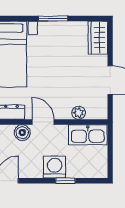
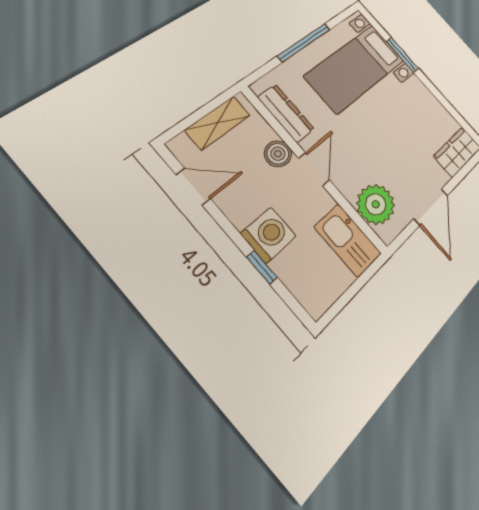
window: (53, 19) -> (402, 55), moved
plant: (79, 113) -> (376, 204), width x1.88, depth x1.88

